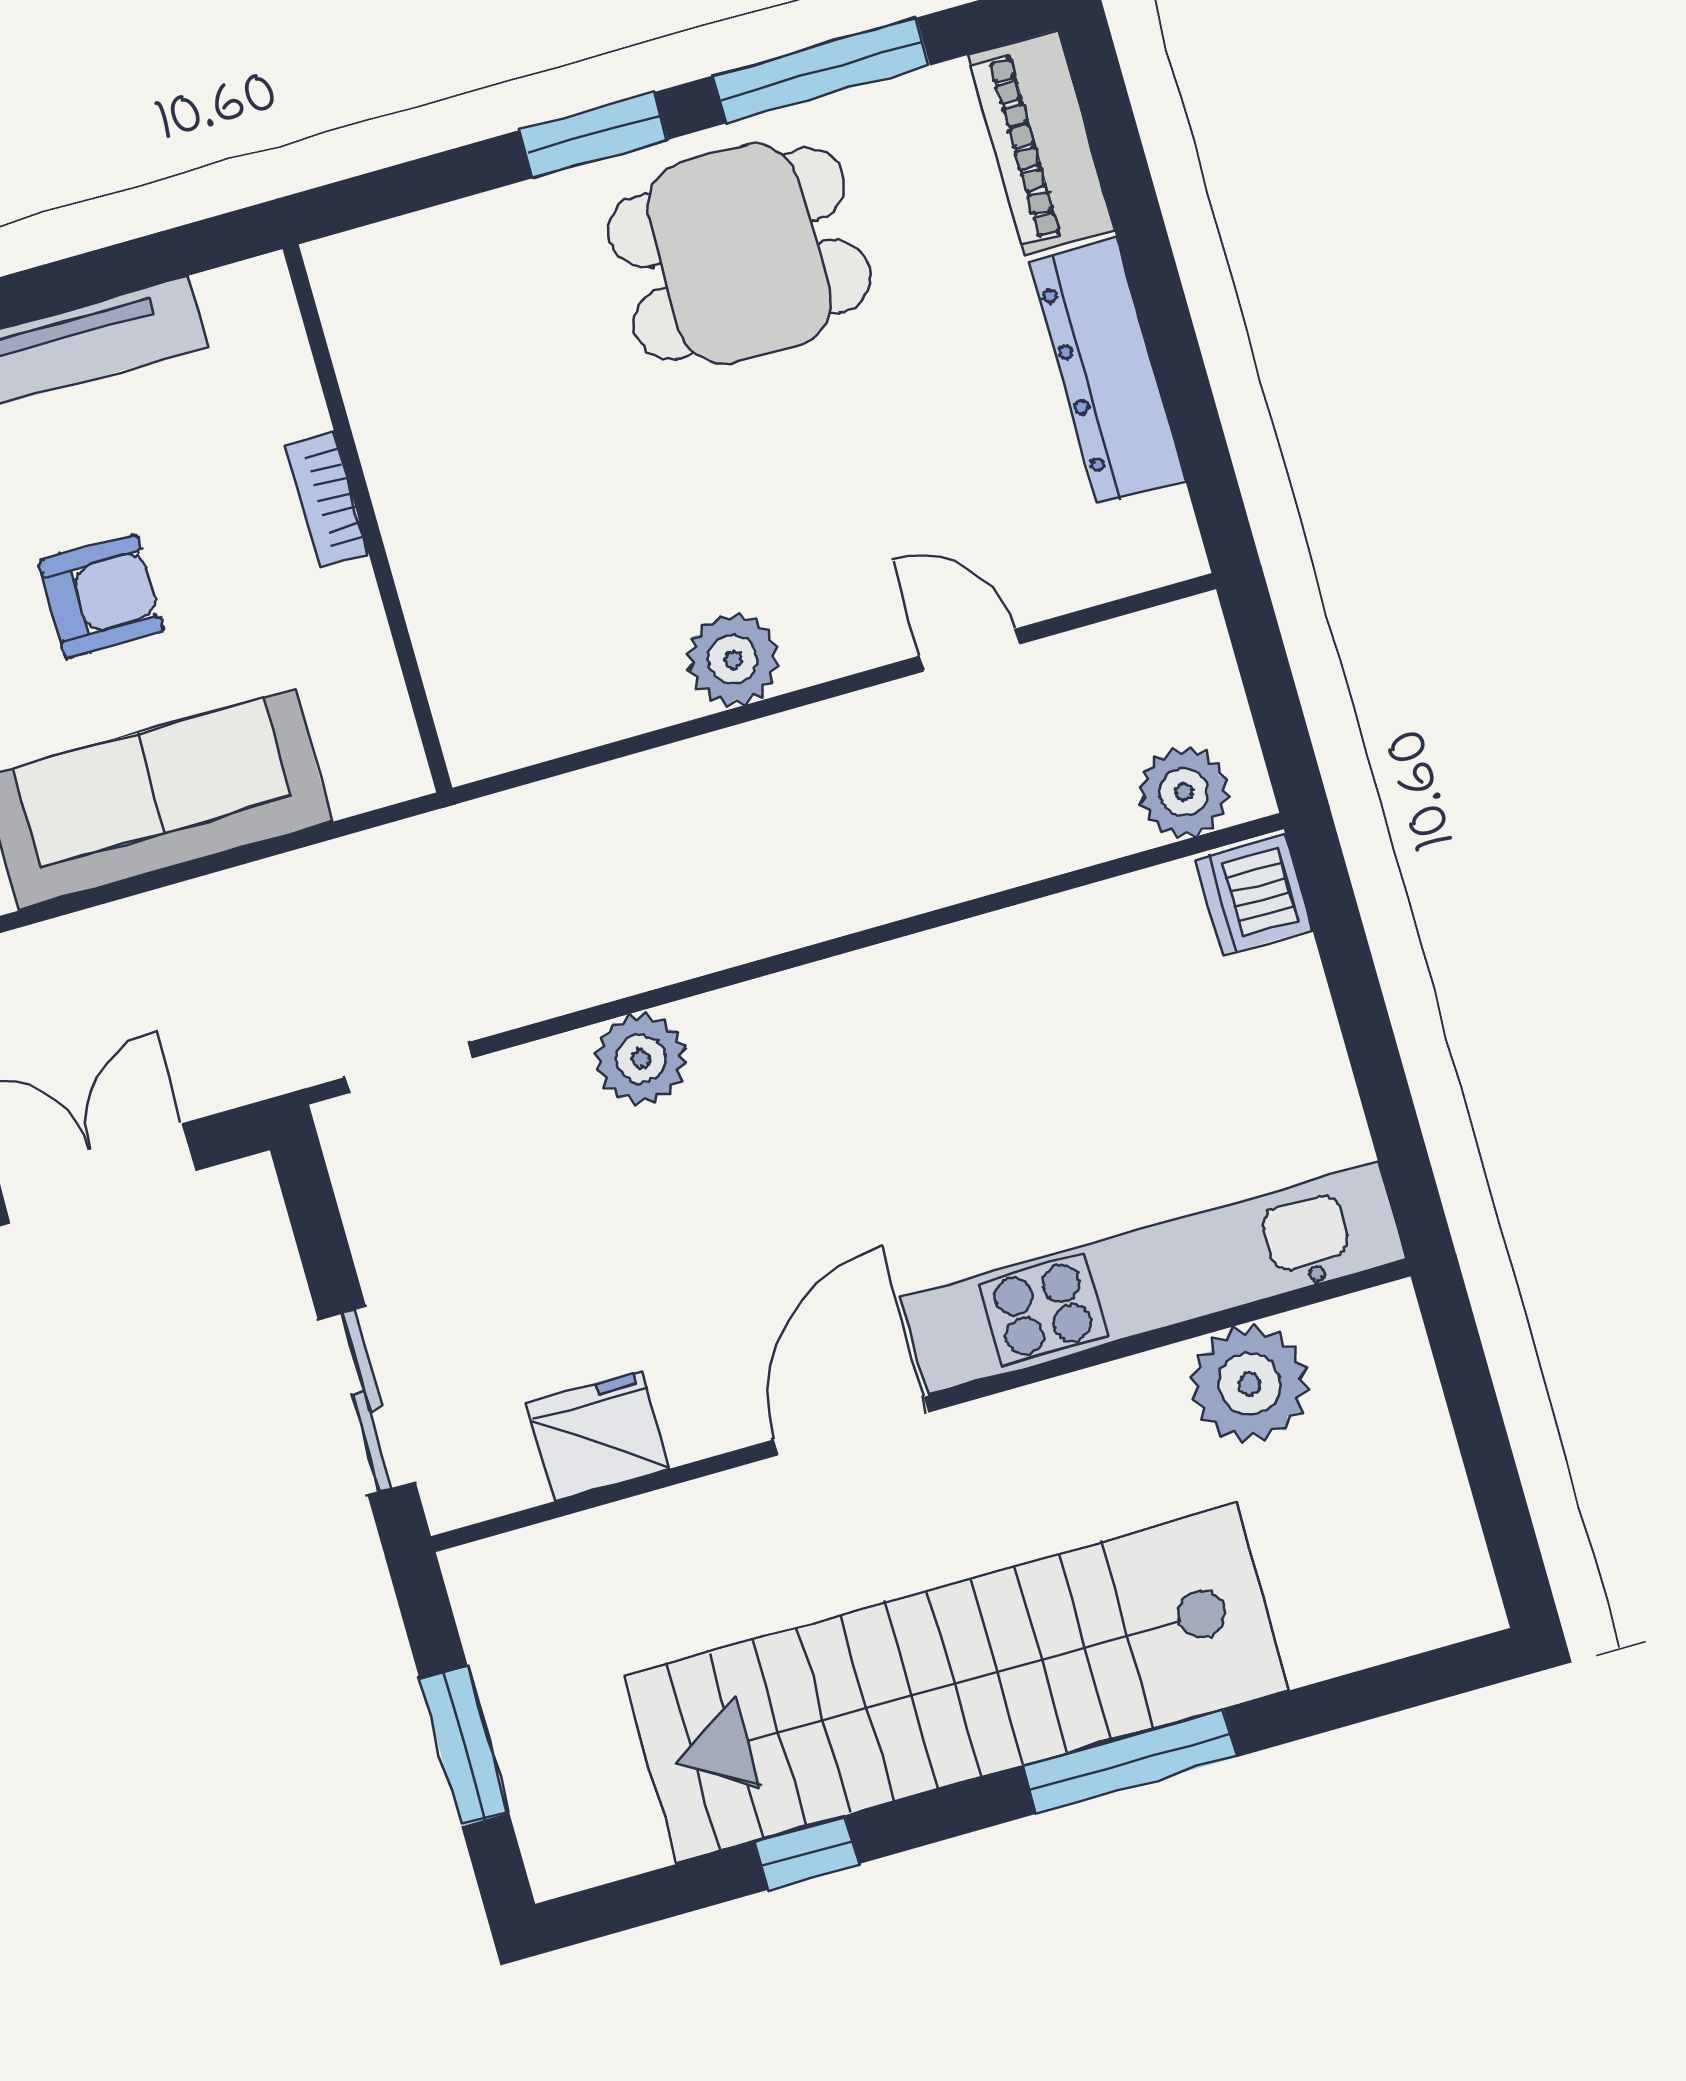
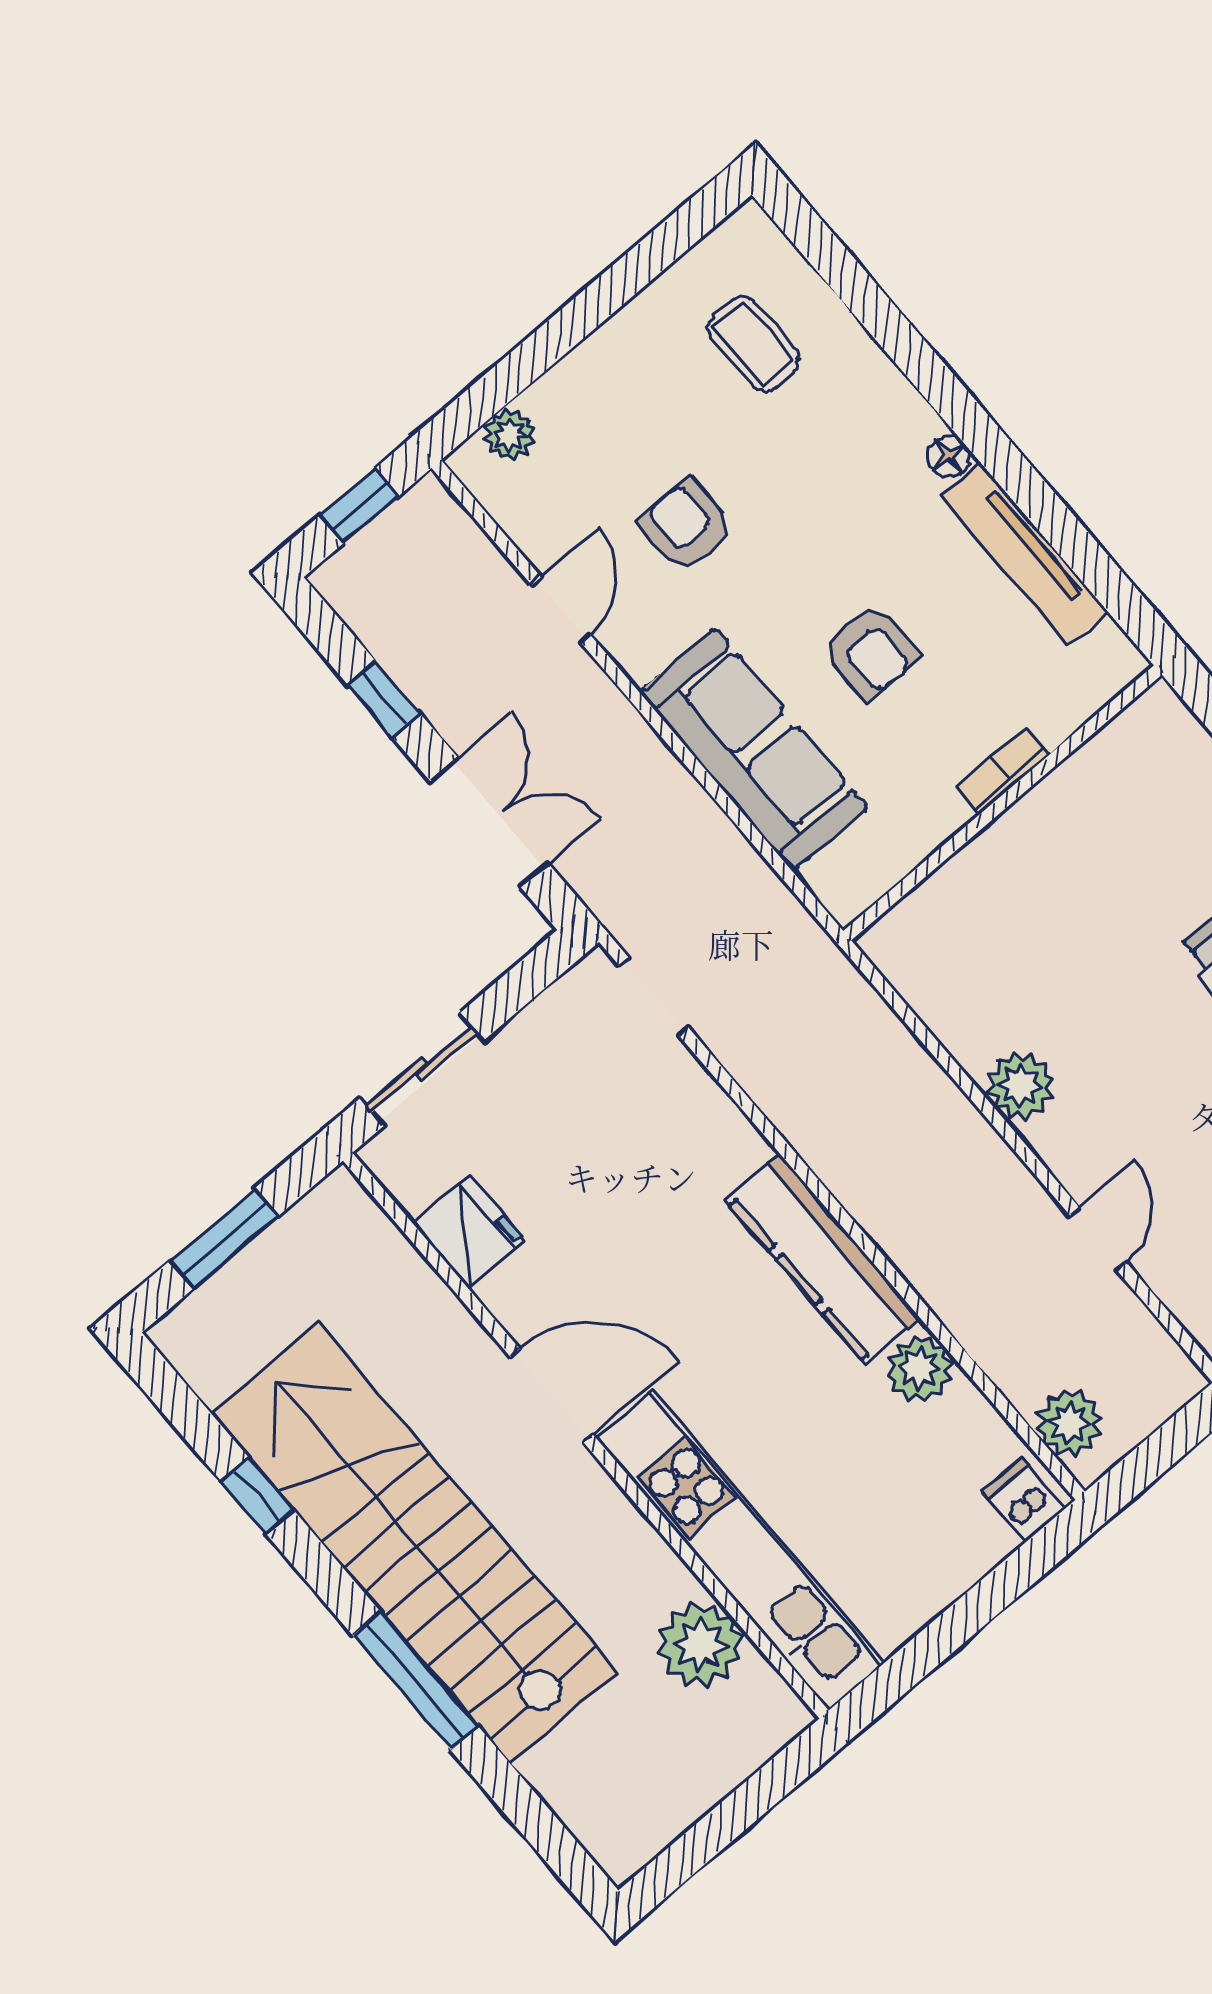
dishwasher: (1254, 894) -> (1024, 1500), width x0.73
kitchen counter: (836, 1007) -> (823, 1259), added
plant: (641, 1059) -> (920, 1369), moved

